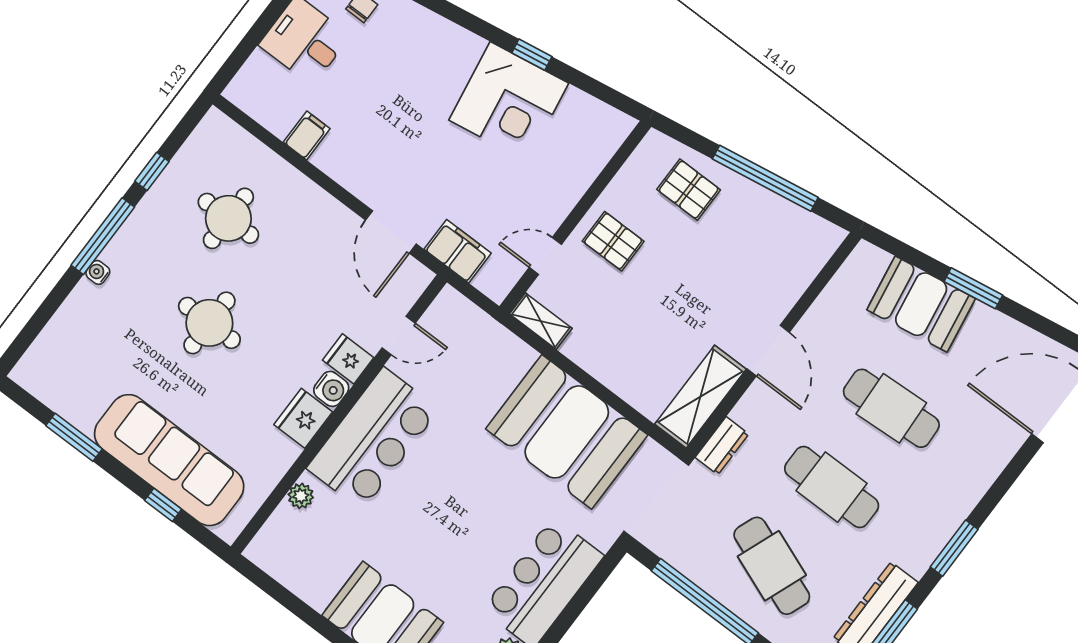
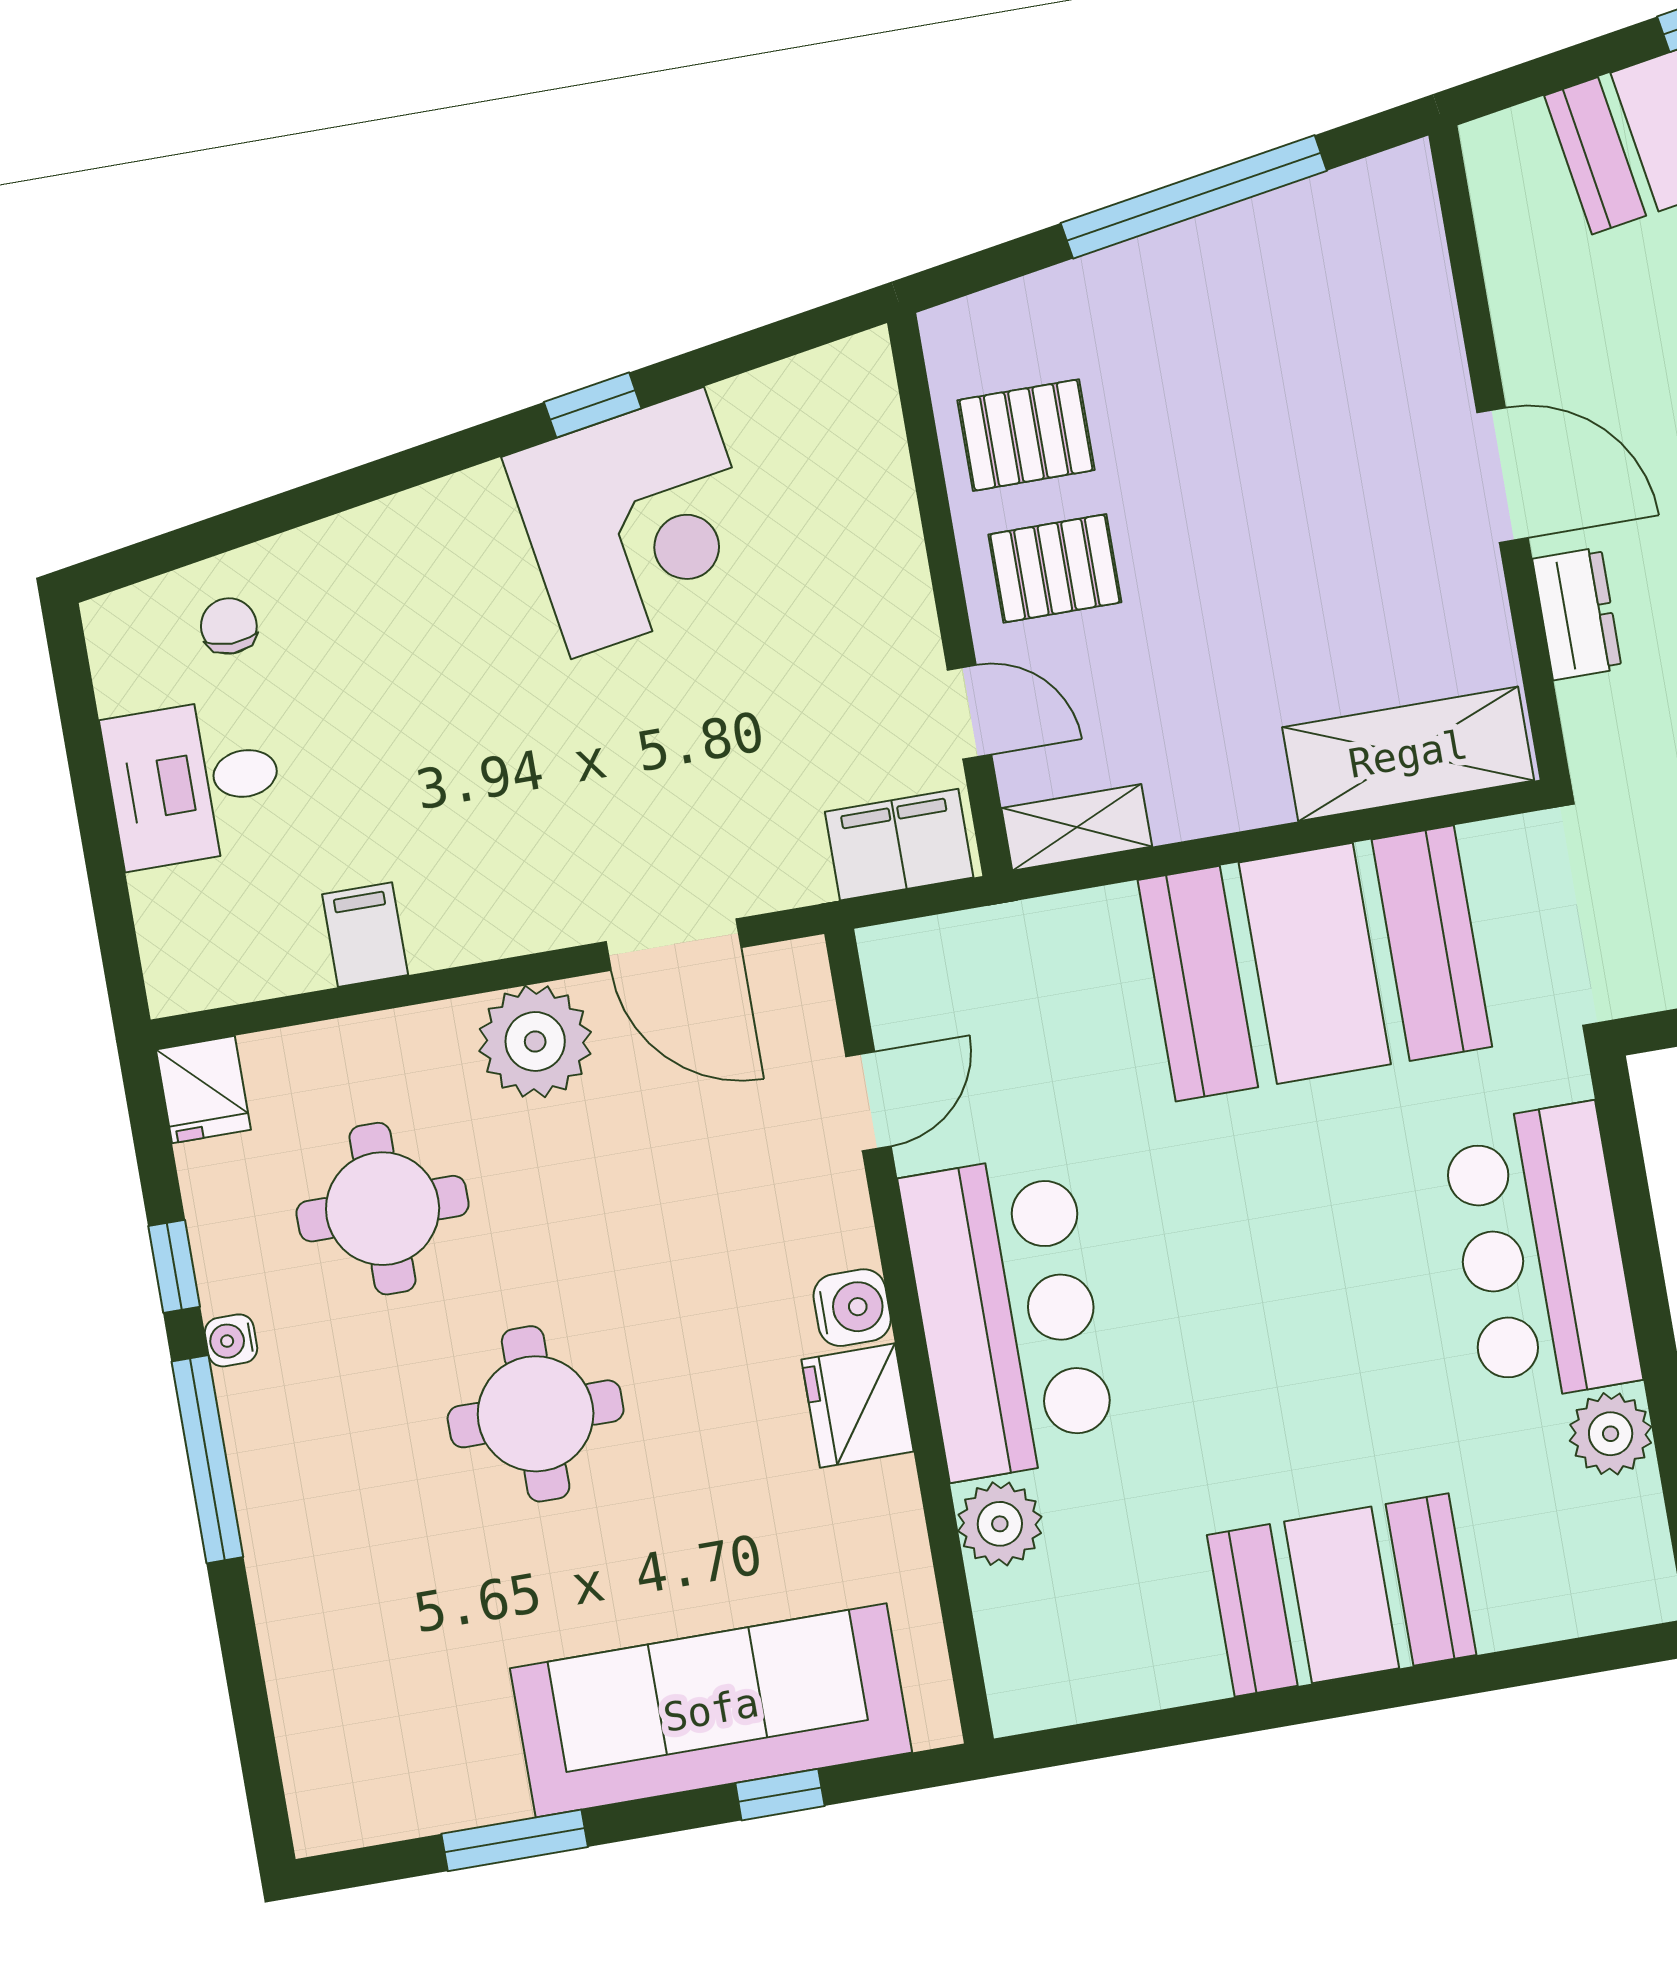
pallet: (689, 190) -> (1026, 435), moved
plant: (322, 217) -> (535, 1041), added
filing cabinet: (458, 251) -> (899, 845), moved
door: (545, 256) -> (970, 712), swing flipped
water cooler: (98, 272) -> (231, 1340), moved
fridge: (348, 359) -> (203, 1090), moved, turned -90
shelving: (700, 397) -> (1408, 754), moved, turned 90
dresser: (722, 446) -> (1577, 614), moved
plant: (301, 496) -> (1000, 1524), width x1.38, depth x1.38

